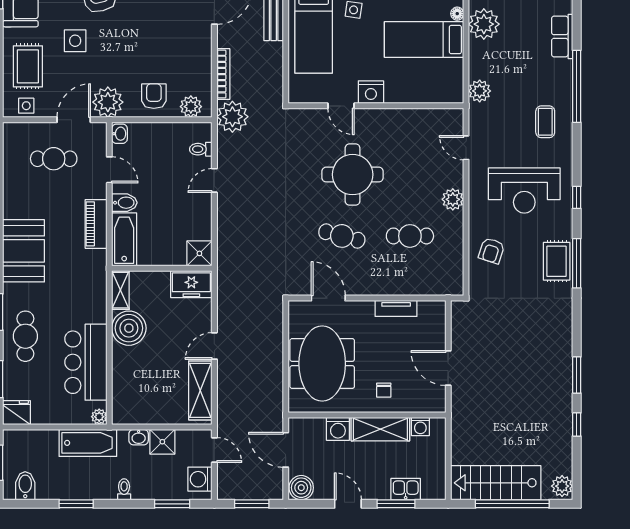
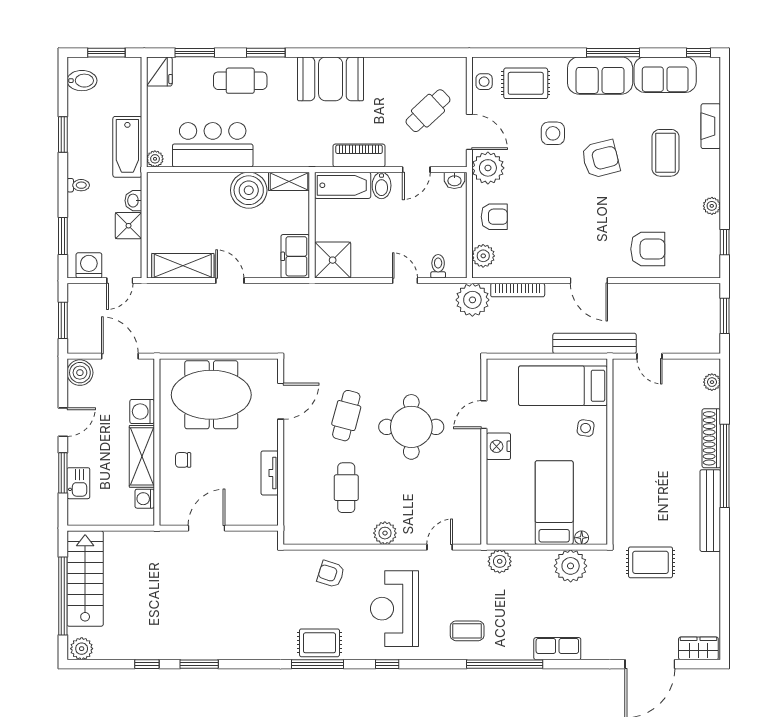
cafe table: (54, 159) -> (428, 111), turned 47
shower: (199, 253) -> (333, 260), width x1.36, depth x1.36
door: (286, 450) -> (120, 356), hinge flipped

